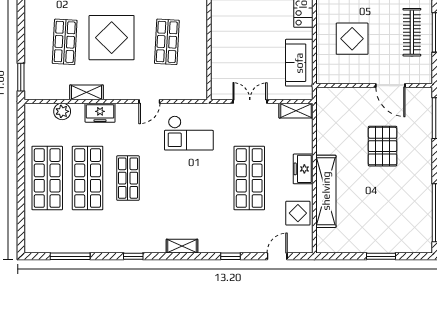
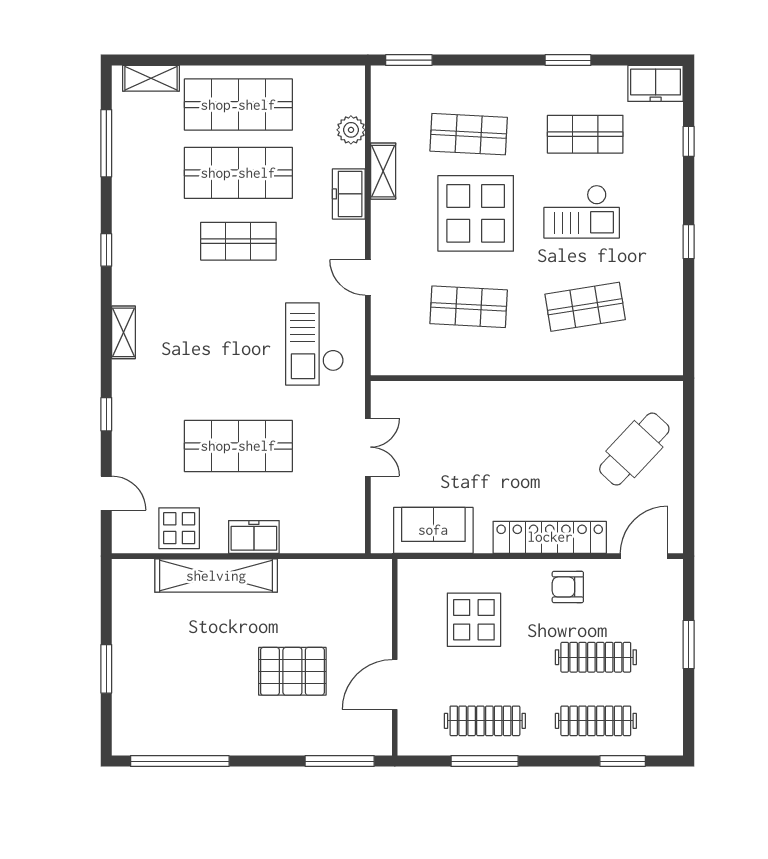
shelving: (296, 111) -> (151, 78), moved, turned 90

